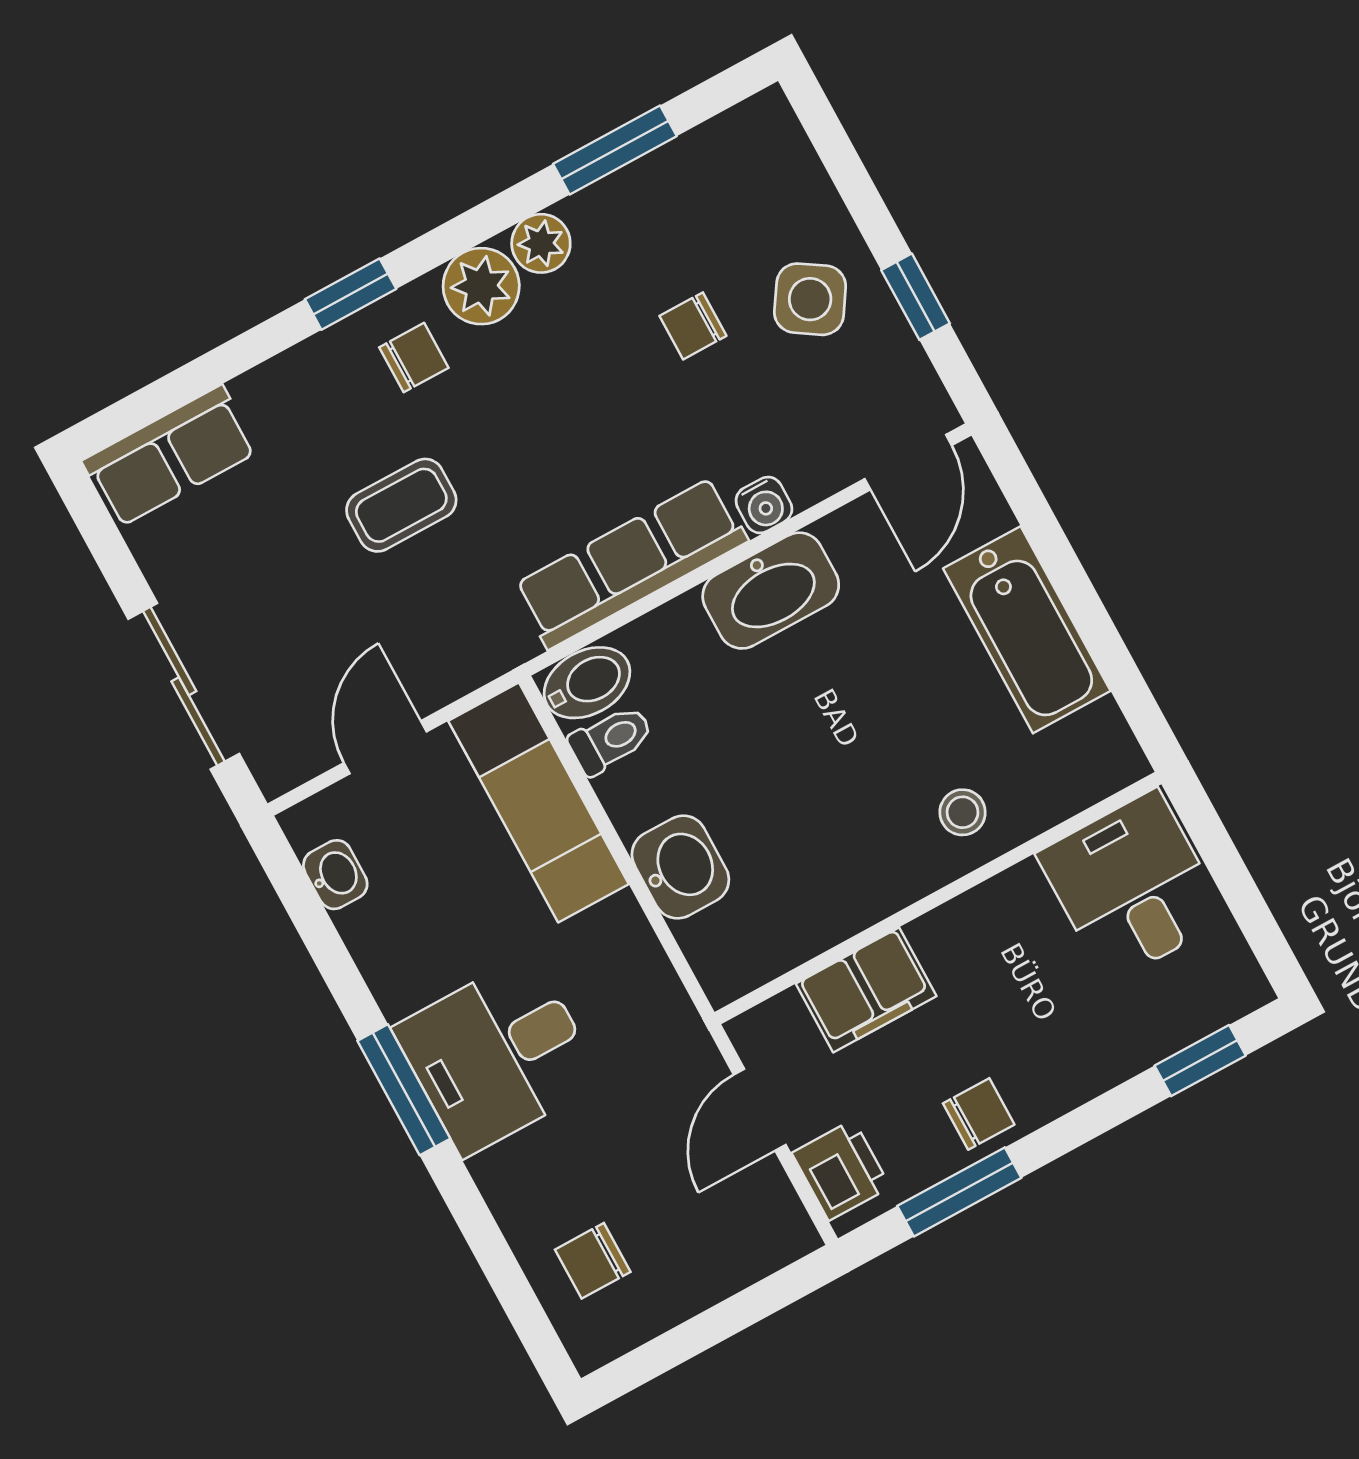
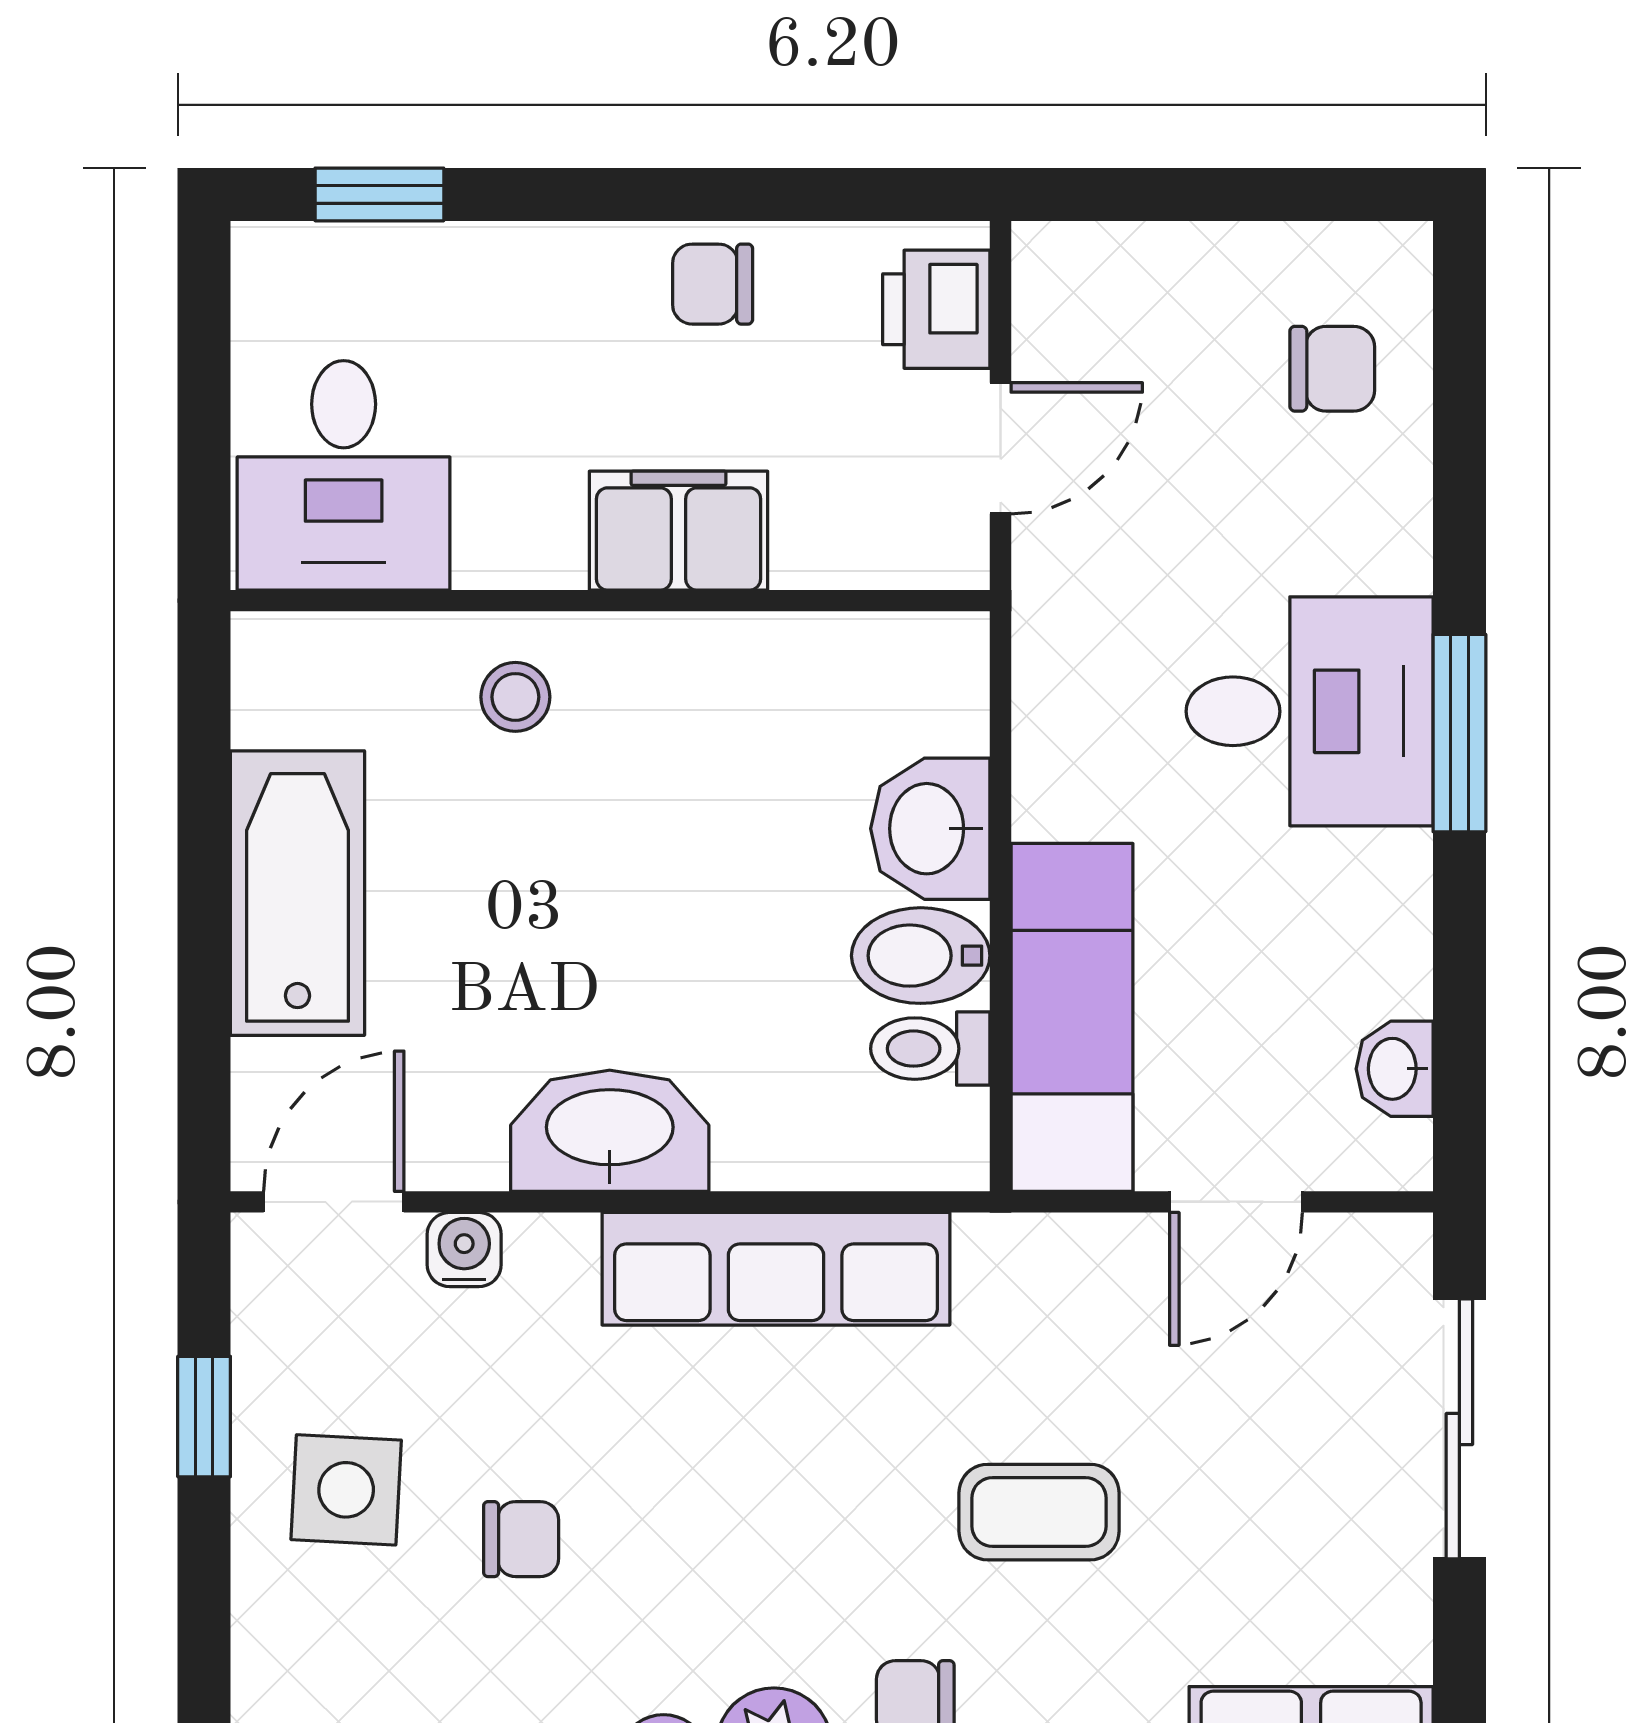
side table: (810, 299) -> (346, 1490), turned -30
water cooler: (764, 505) -> (464, 1250), moved
bidet: (587, 683) -> (921, 956), moved
filing cabinet: (866, 990) -> (679, 531), moved
window: (959, 1192) -> (795, 194), removed

